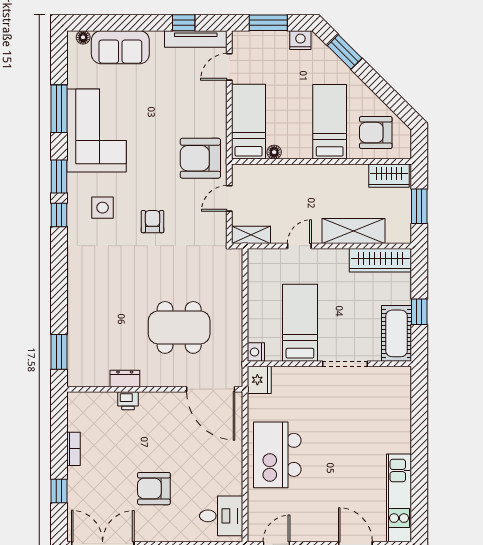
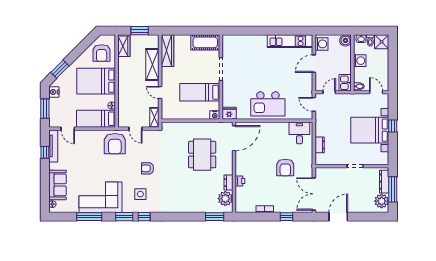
bed: (330, 122) -> (96, 81), width x1.50
window: (419, 312) -> (194, 31), removed
plant: (94, 372) -> (225, 199), added

